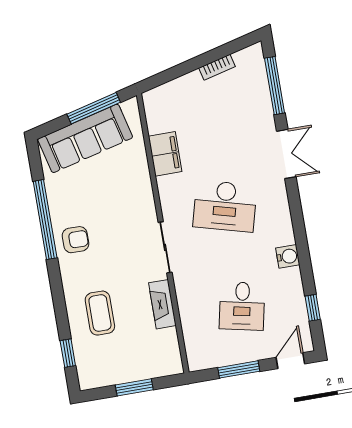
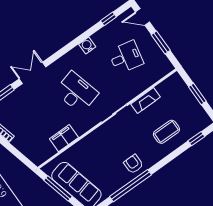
desk: (225, 206) -> (76, 92), turned -30

